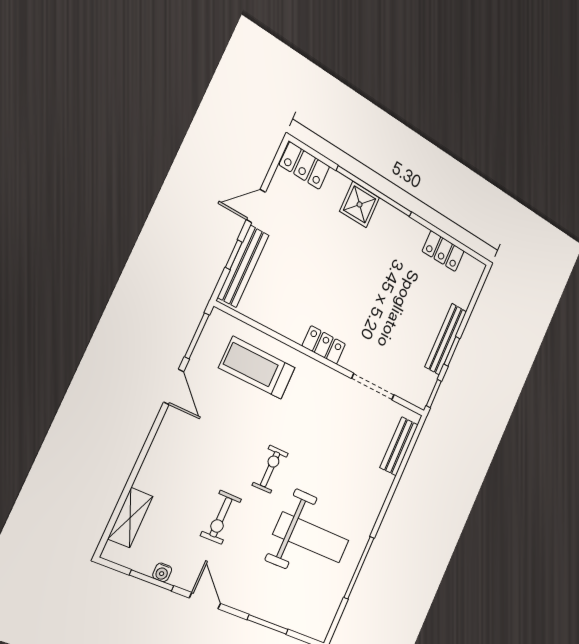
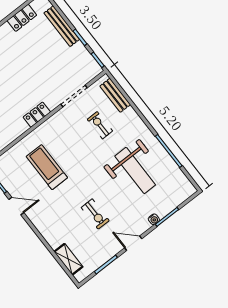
bench: (446, 339) -> (62, 26), moved
treadmill: (257, 368) -> (47, 167), moved, turned 90
exercise bike: (270, 469) -> (100, 125), moved
weight bench: (311, 537) -> (135, 170), turned 90
water cooler: (162, 572) -> (154, 219), moved

